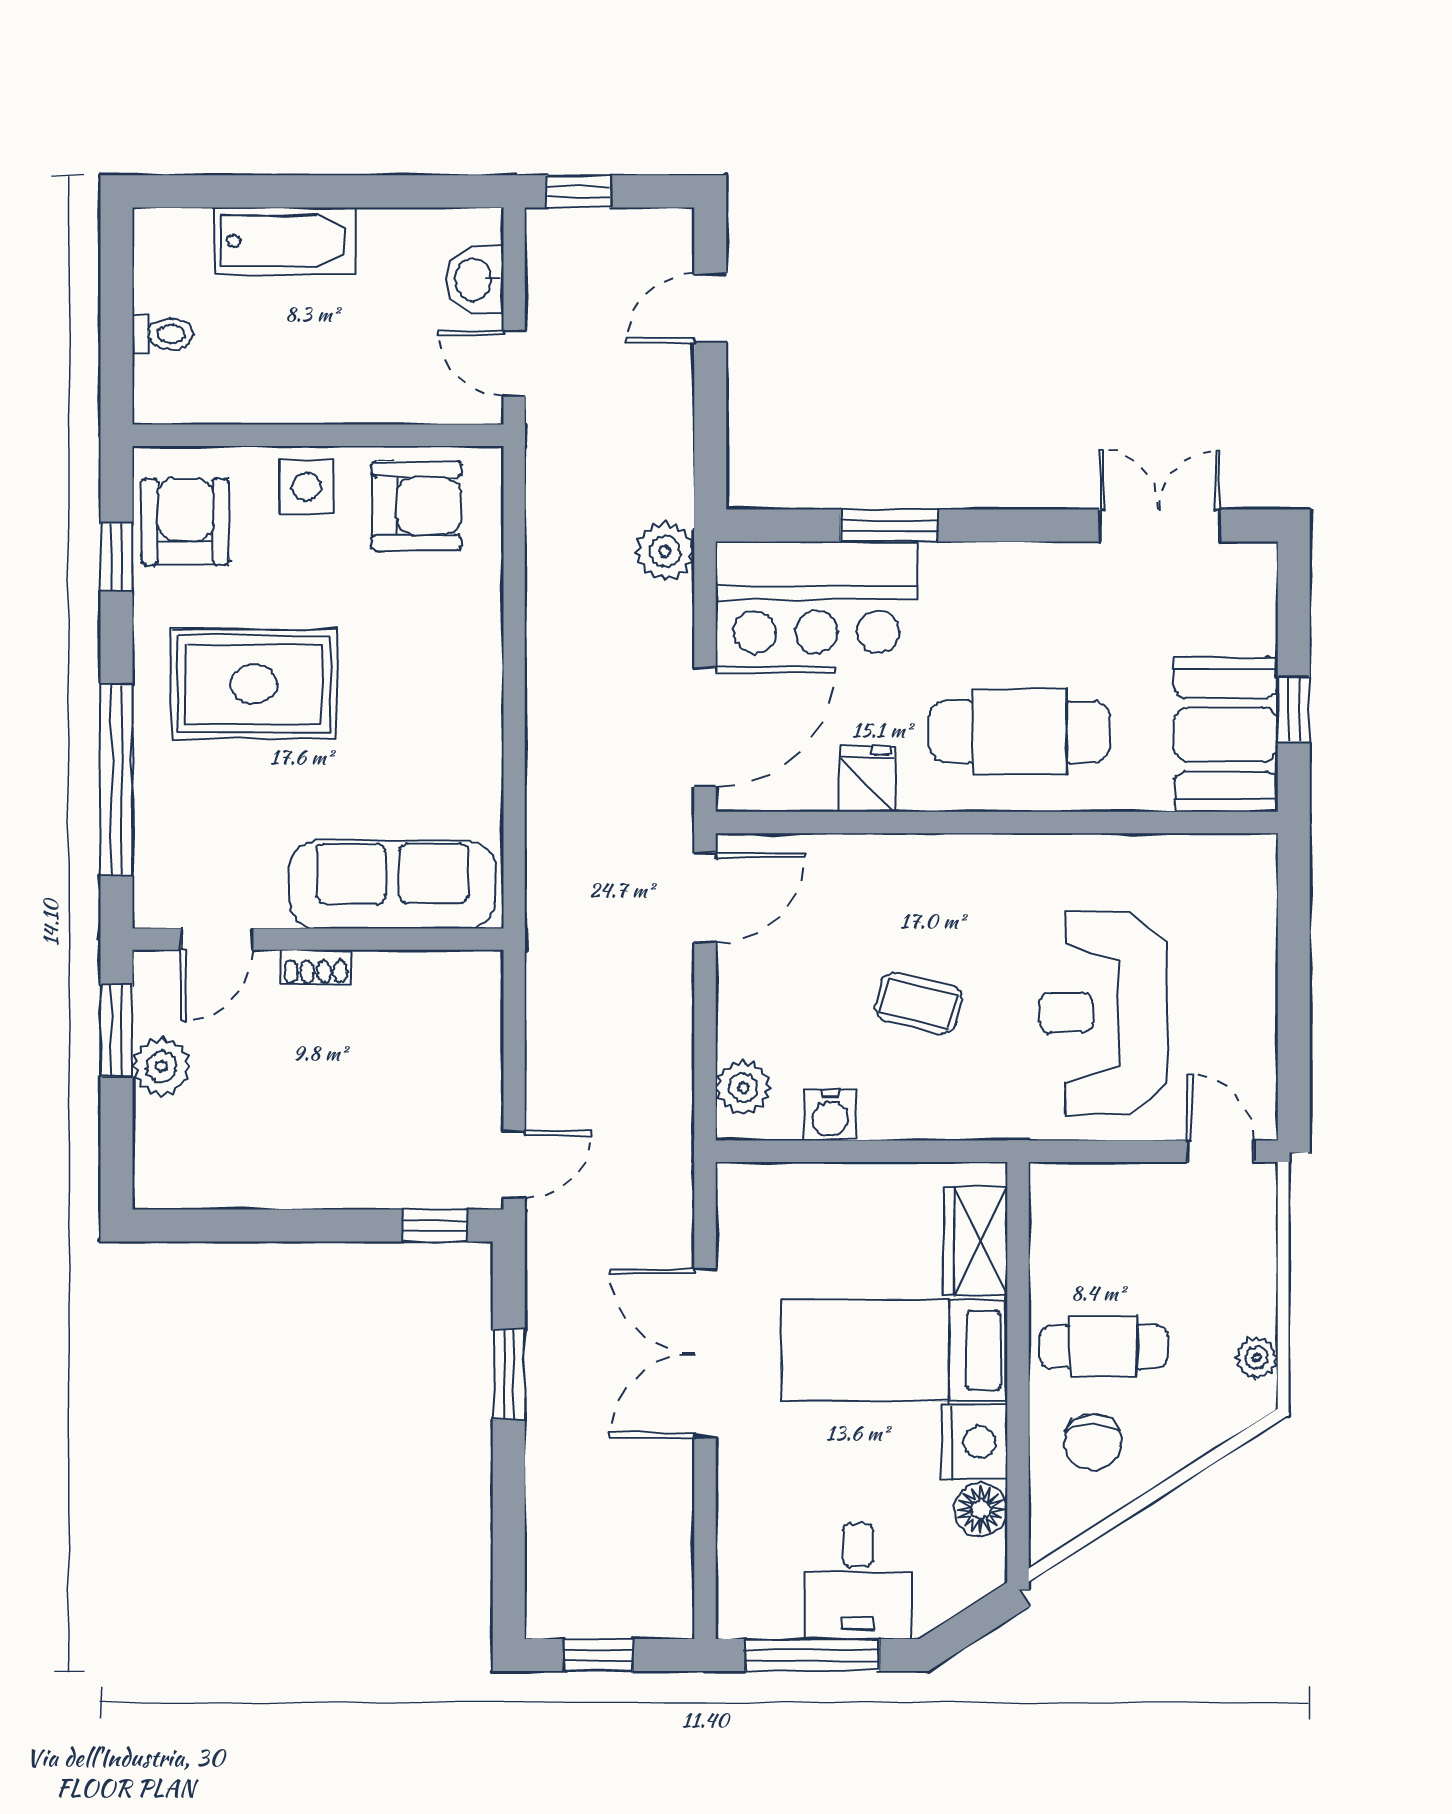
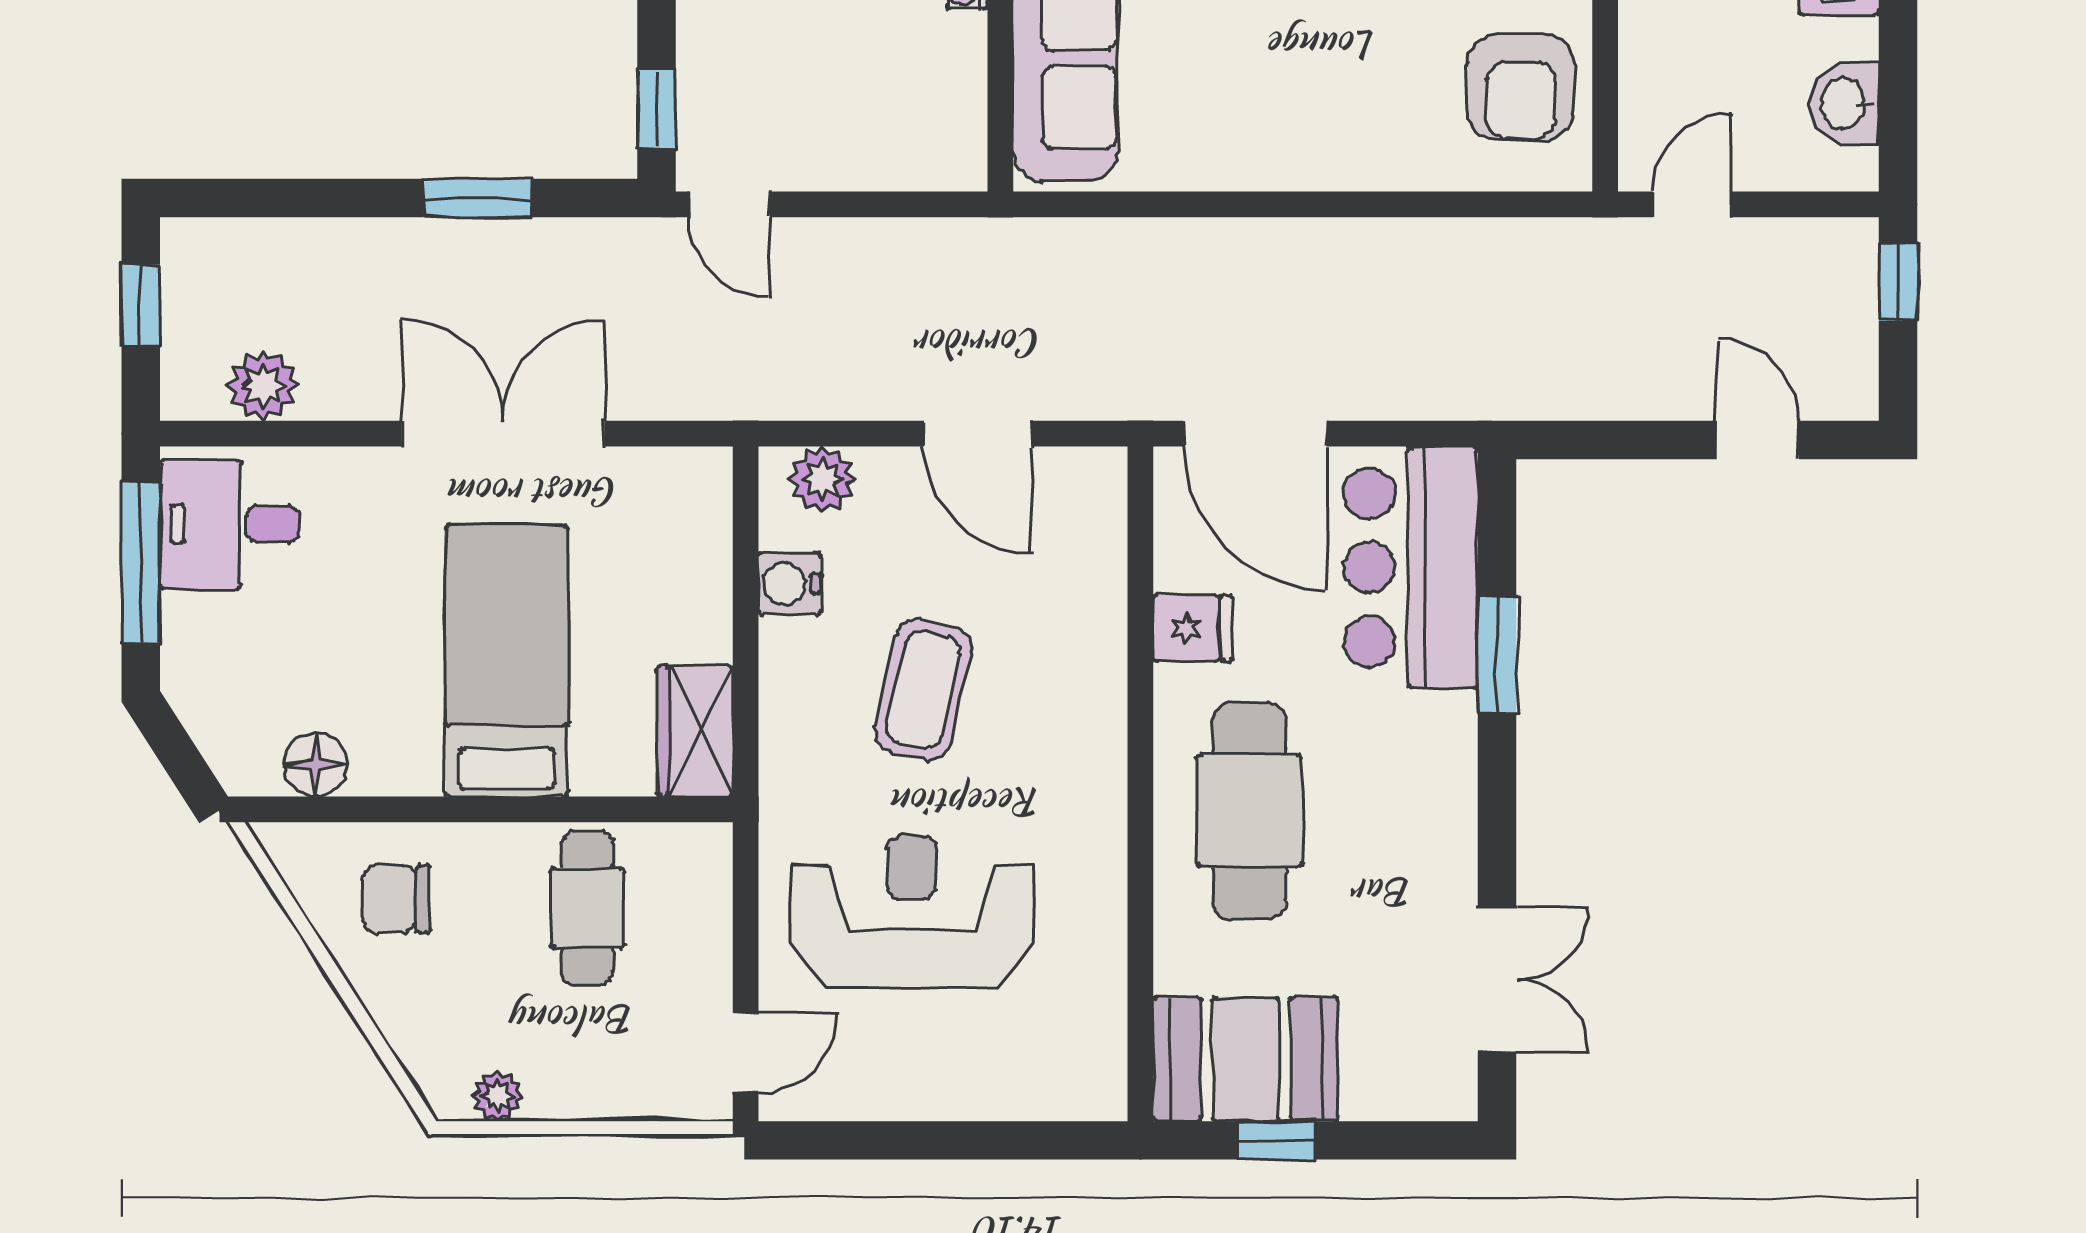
washbasin: (475, 280) -> (1845, 104), moved, turned -90
plant: (665, 551) -> (263, 386), moved
door: (705, 898) -> (978, 434), moved
coffee table: (918, 1003) -> (923, 690), width x1.36, depth x1.30
wardrobe: (976, 1241) -> (695, 731), moved, turned -90
cafe table: (1104, 1347) -> (587, 908), moved
nightstand: (974, 1442) -> (396, 757), removed
desk: (858, 1581) -> (230, 524), moved

